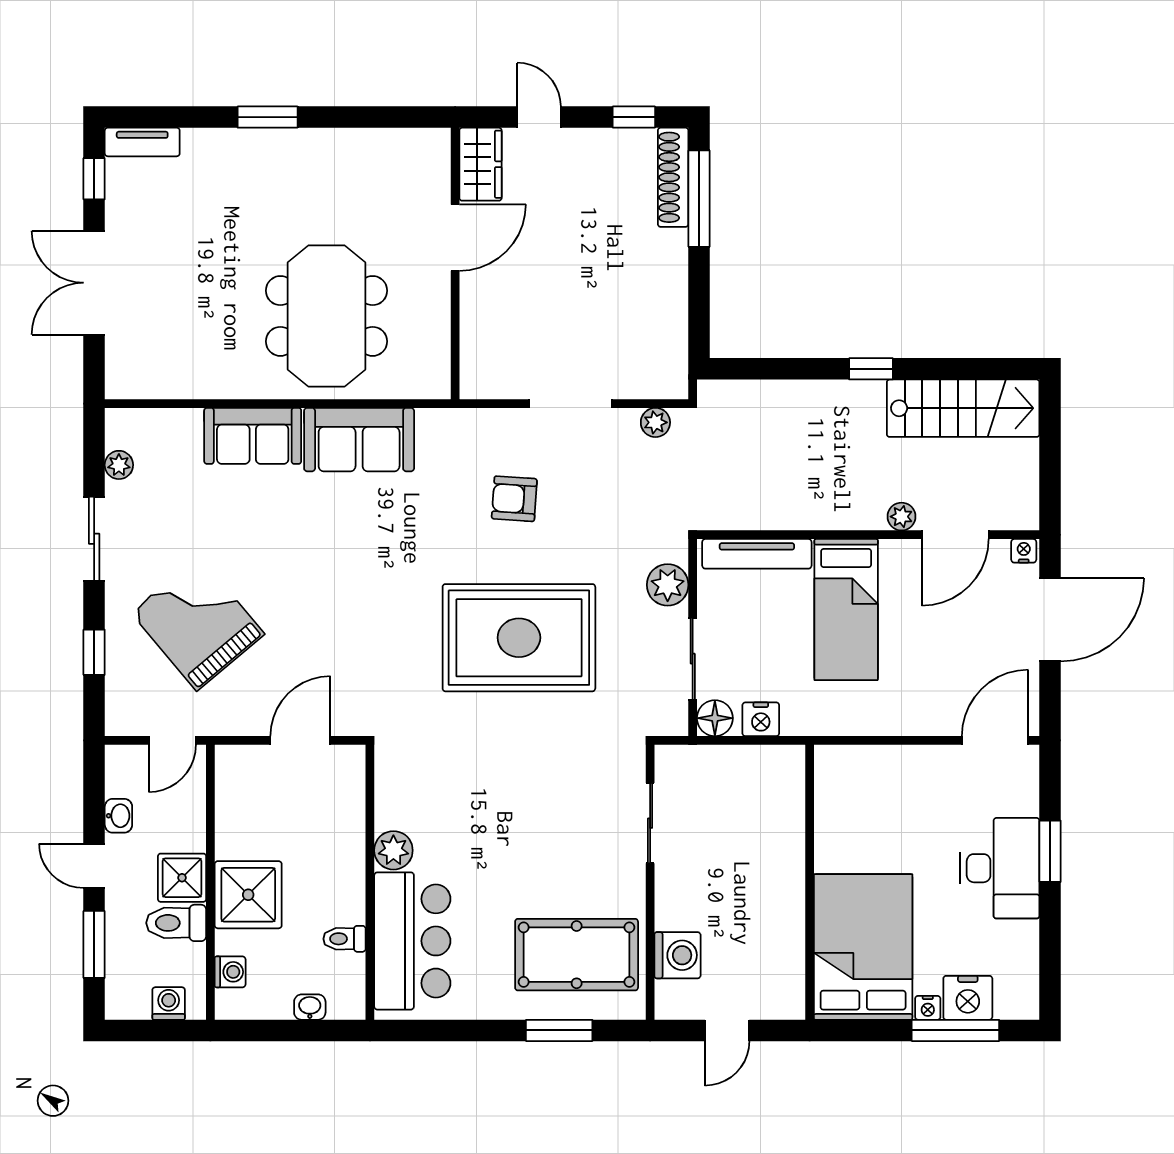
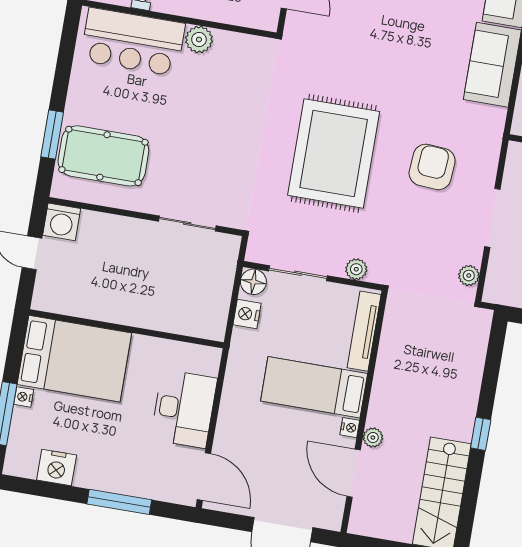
armchair: (514, 499) -> (432, 167), width x1.38, depth x1.38
nightstand: (1024, 551) -> (350, 428), moved
plant: (668, 585) -> (356, 269), width x0.73, depth x0.73
window: (1050, 851) -> (119, 502), width x1.44
desk: (1000, 868) -> (184, 409), moved, turned -90
pool table: (577, 955) -> (103, 156), turned 90
washing machine: (677, 955) -> (62, 222), moved
nightstand: (968, 998) -> (57, 468), moved, turned -90

